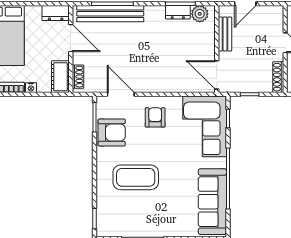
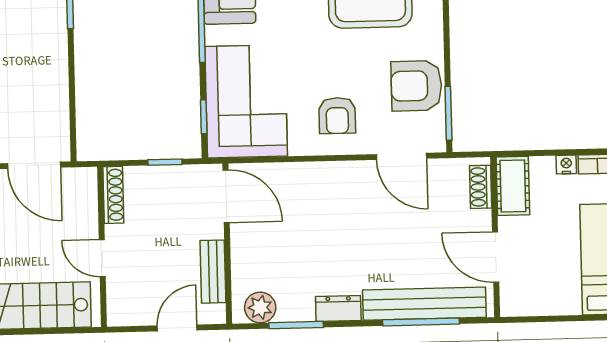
dresser: (178, 12) -> (338, 308), moved
dresser: (56, 13) -> (525, 303), removed

